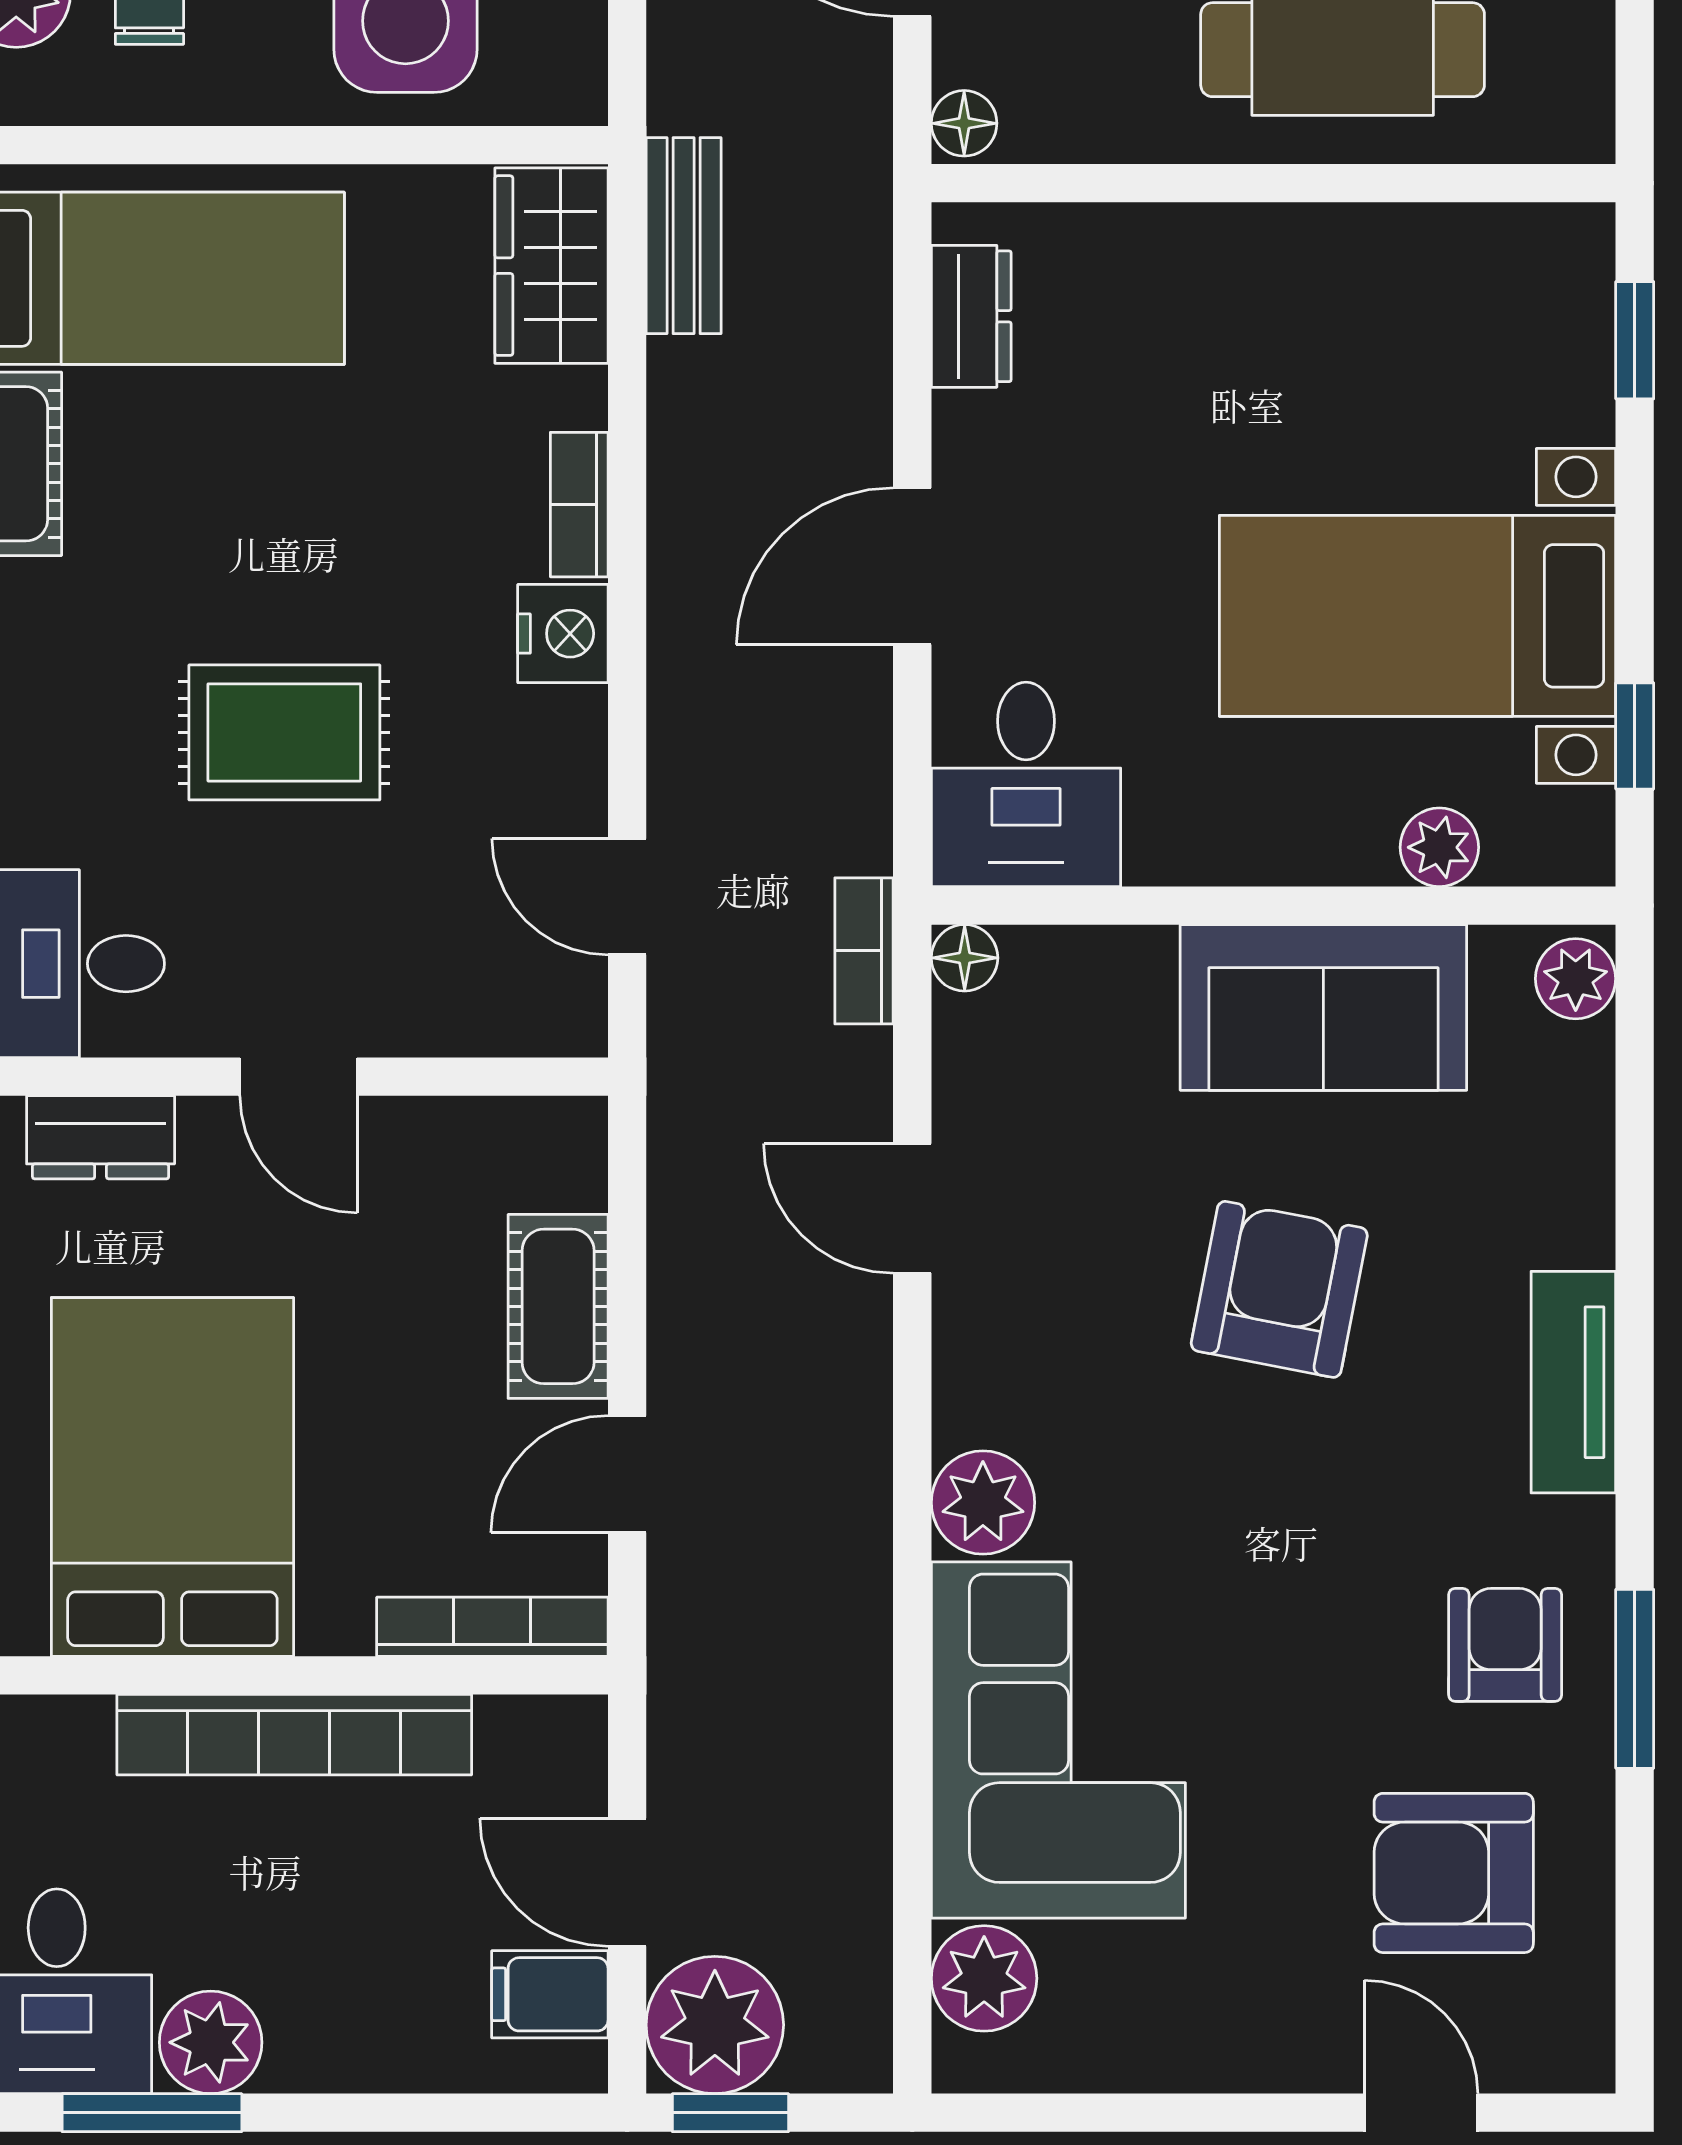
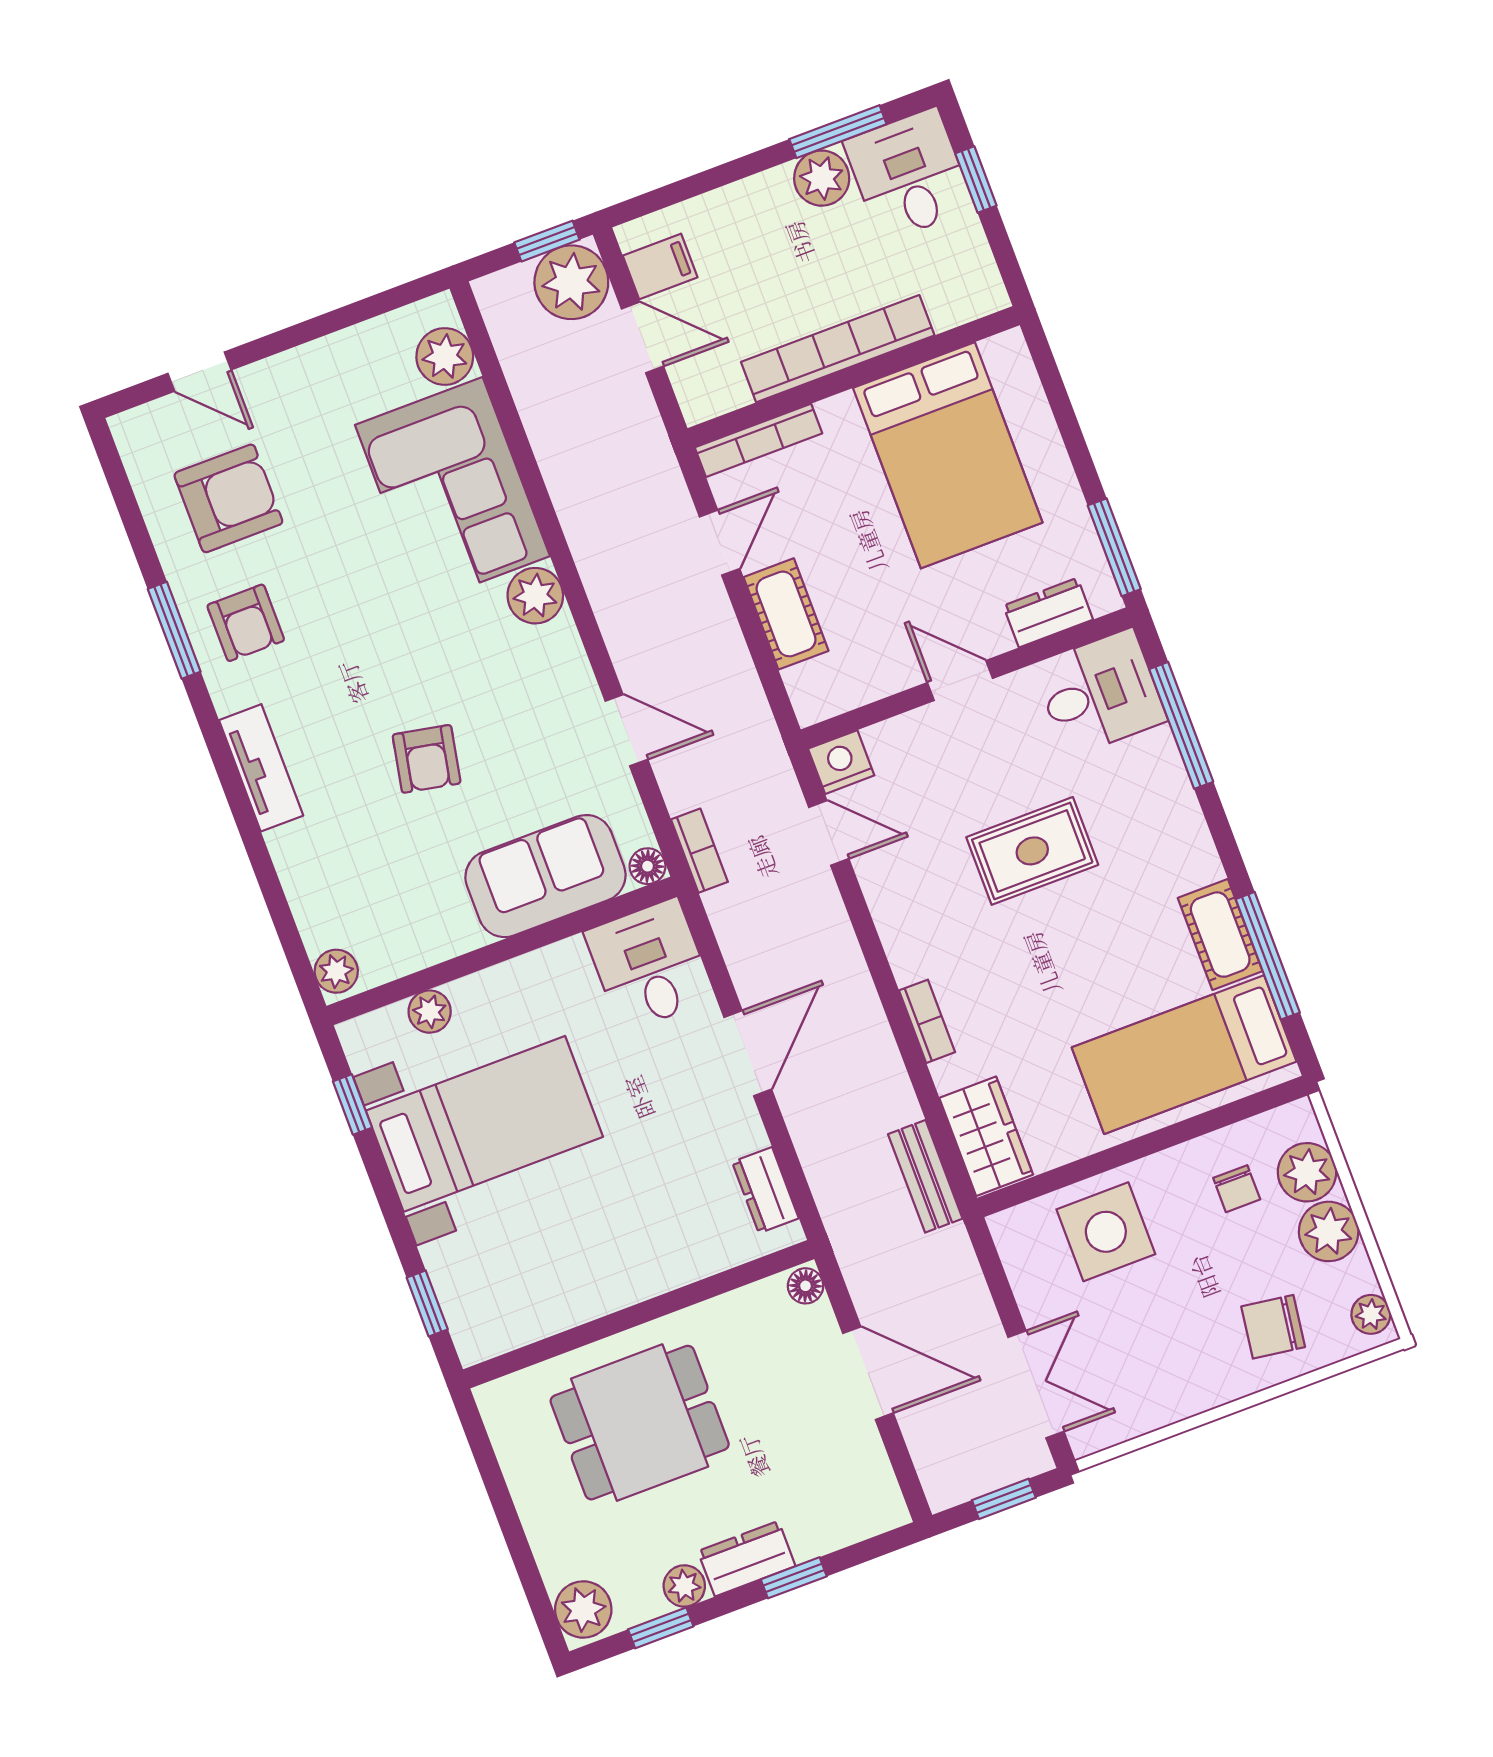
nightstand: (563, 634) -> (841, 762), moved, turned 90
sofa: (1323, 1007) -> (545, 876), moved
armchair: (1279, 1289) -> (427, 759), width x0.72, depth x0.72

